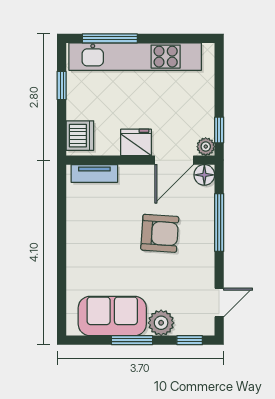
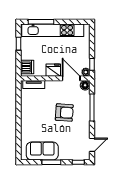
door: (174, 160) -> (71, 78), swing flipped
plant: (161, 323) -> (65, 154), removed

